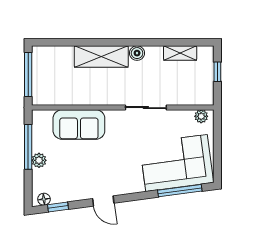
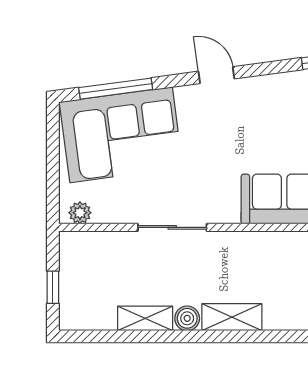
shelving: (180, 53) -> (145, 318), moved
shelving: (101, 56) -> (232, 317), width x0.67, depth x0.75
door: (103, 201) -> (216, 75), moved

